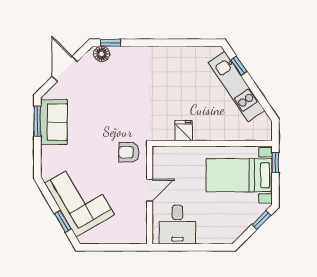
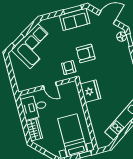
armchair: (113, 119) -> (86, 53), added
fridge: (184, 131) -> (91, 91), width x1.88, depth x1.34
wardrobe: (214, 234) -> (34, 130), added

